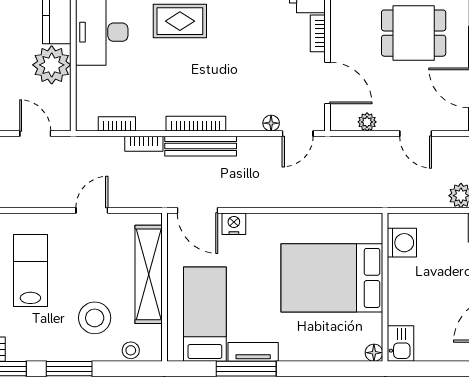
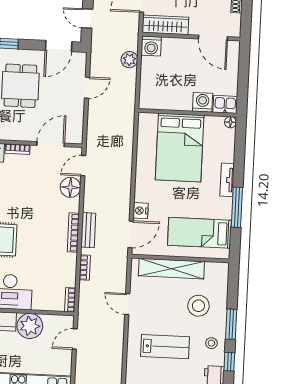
plant: (367, 122) -> (78, 119), removed
floor lamp: (271, 123) -> (70, 187), width x1.89, depth x1.89
bookcase: (117, 124) -> (70, 300), moved
door: (298, 134) -> (83, 166), swing flipped
bench: (201, 146) -> (88, 230), width x0.73
washing machine: (402, 243) -> (203, 102), moved
lab bench: (30, 270) -> (165, 347), turned 180
stool: (131, 350) -> (211, 343), moved
tv unit: (253, 352) -> (227, 180), moved

